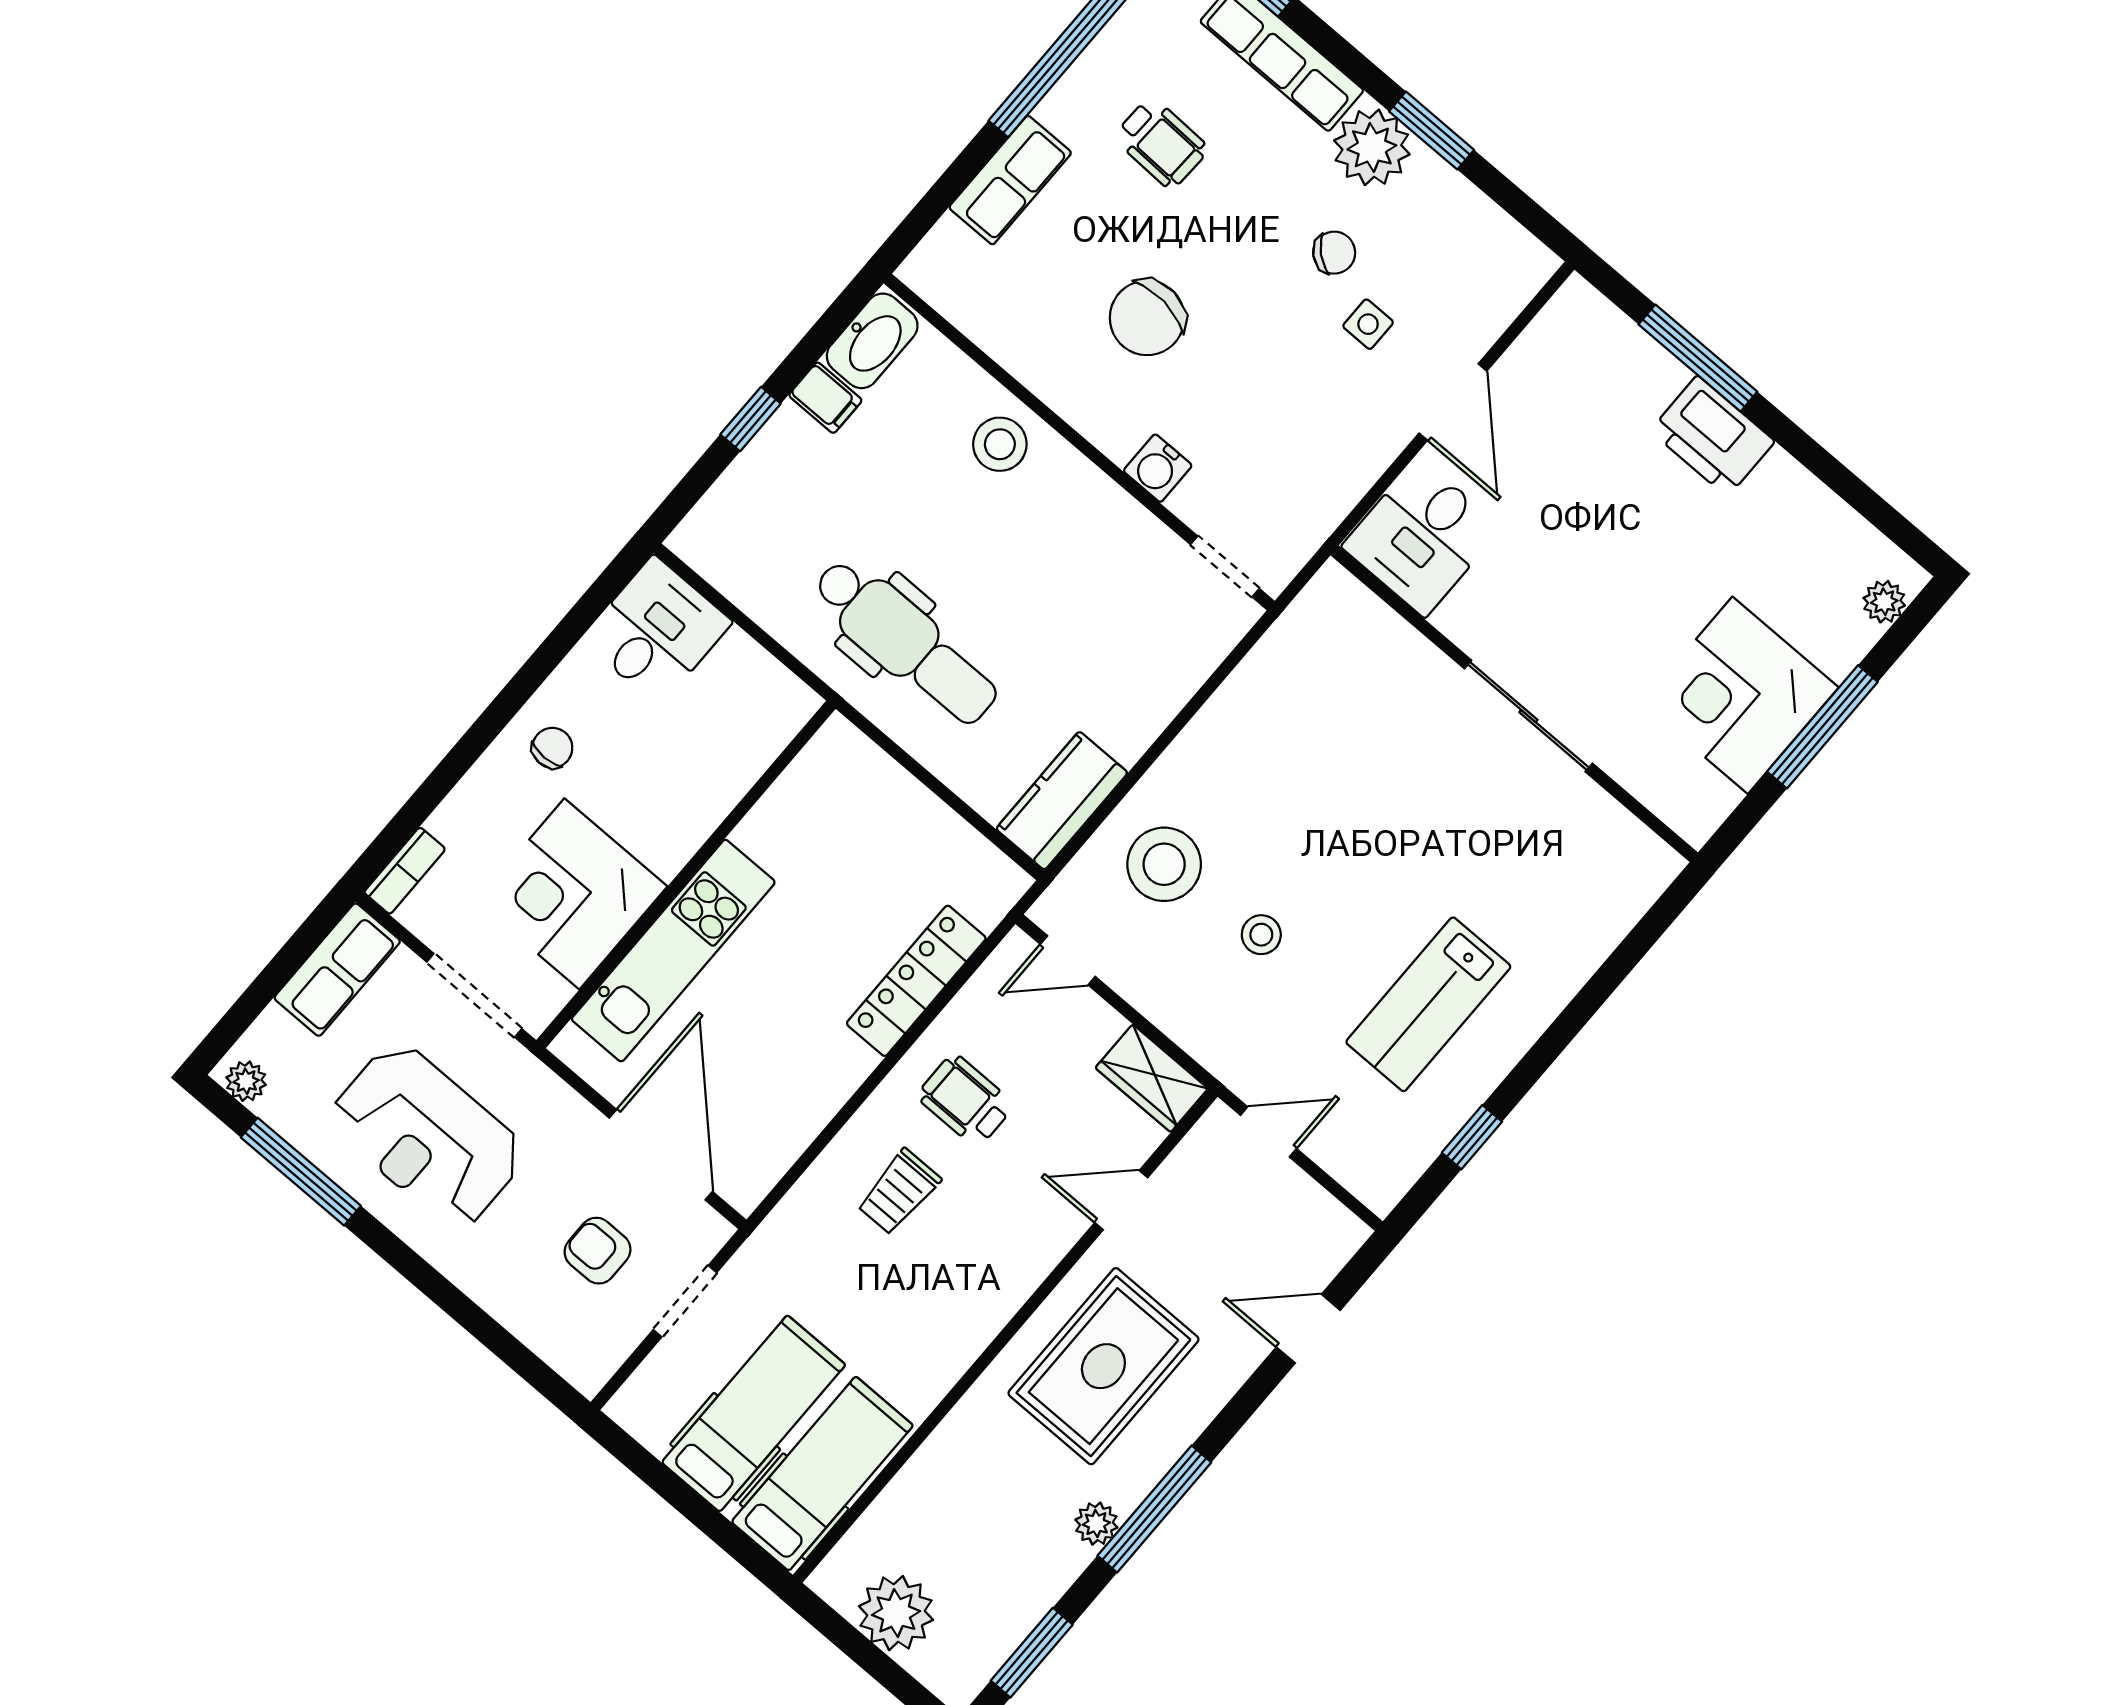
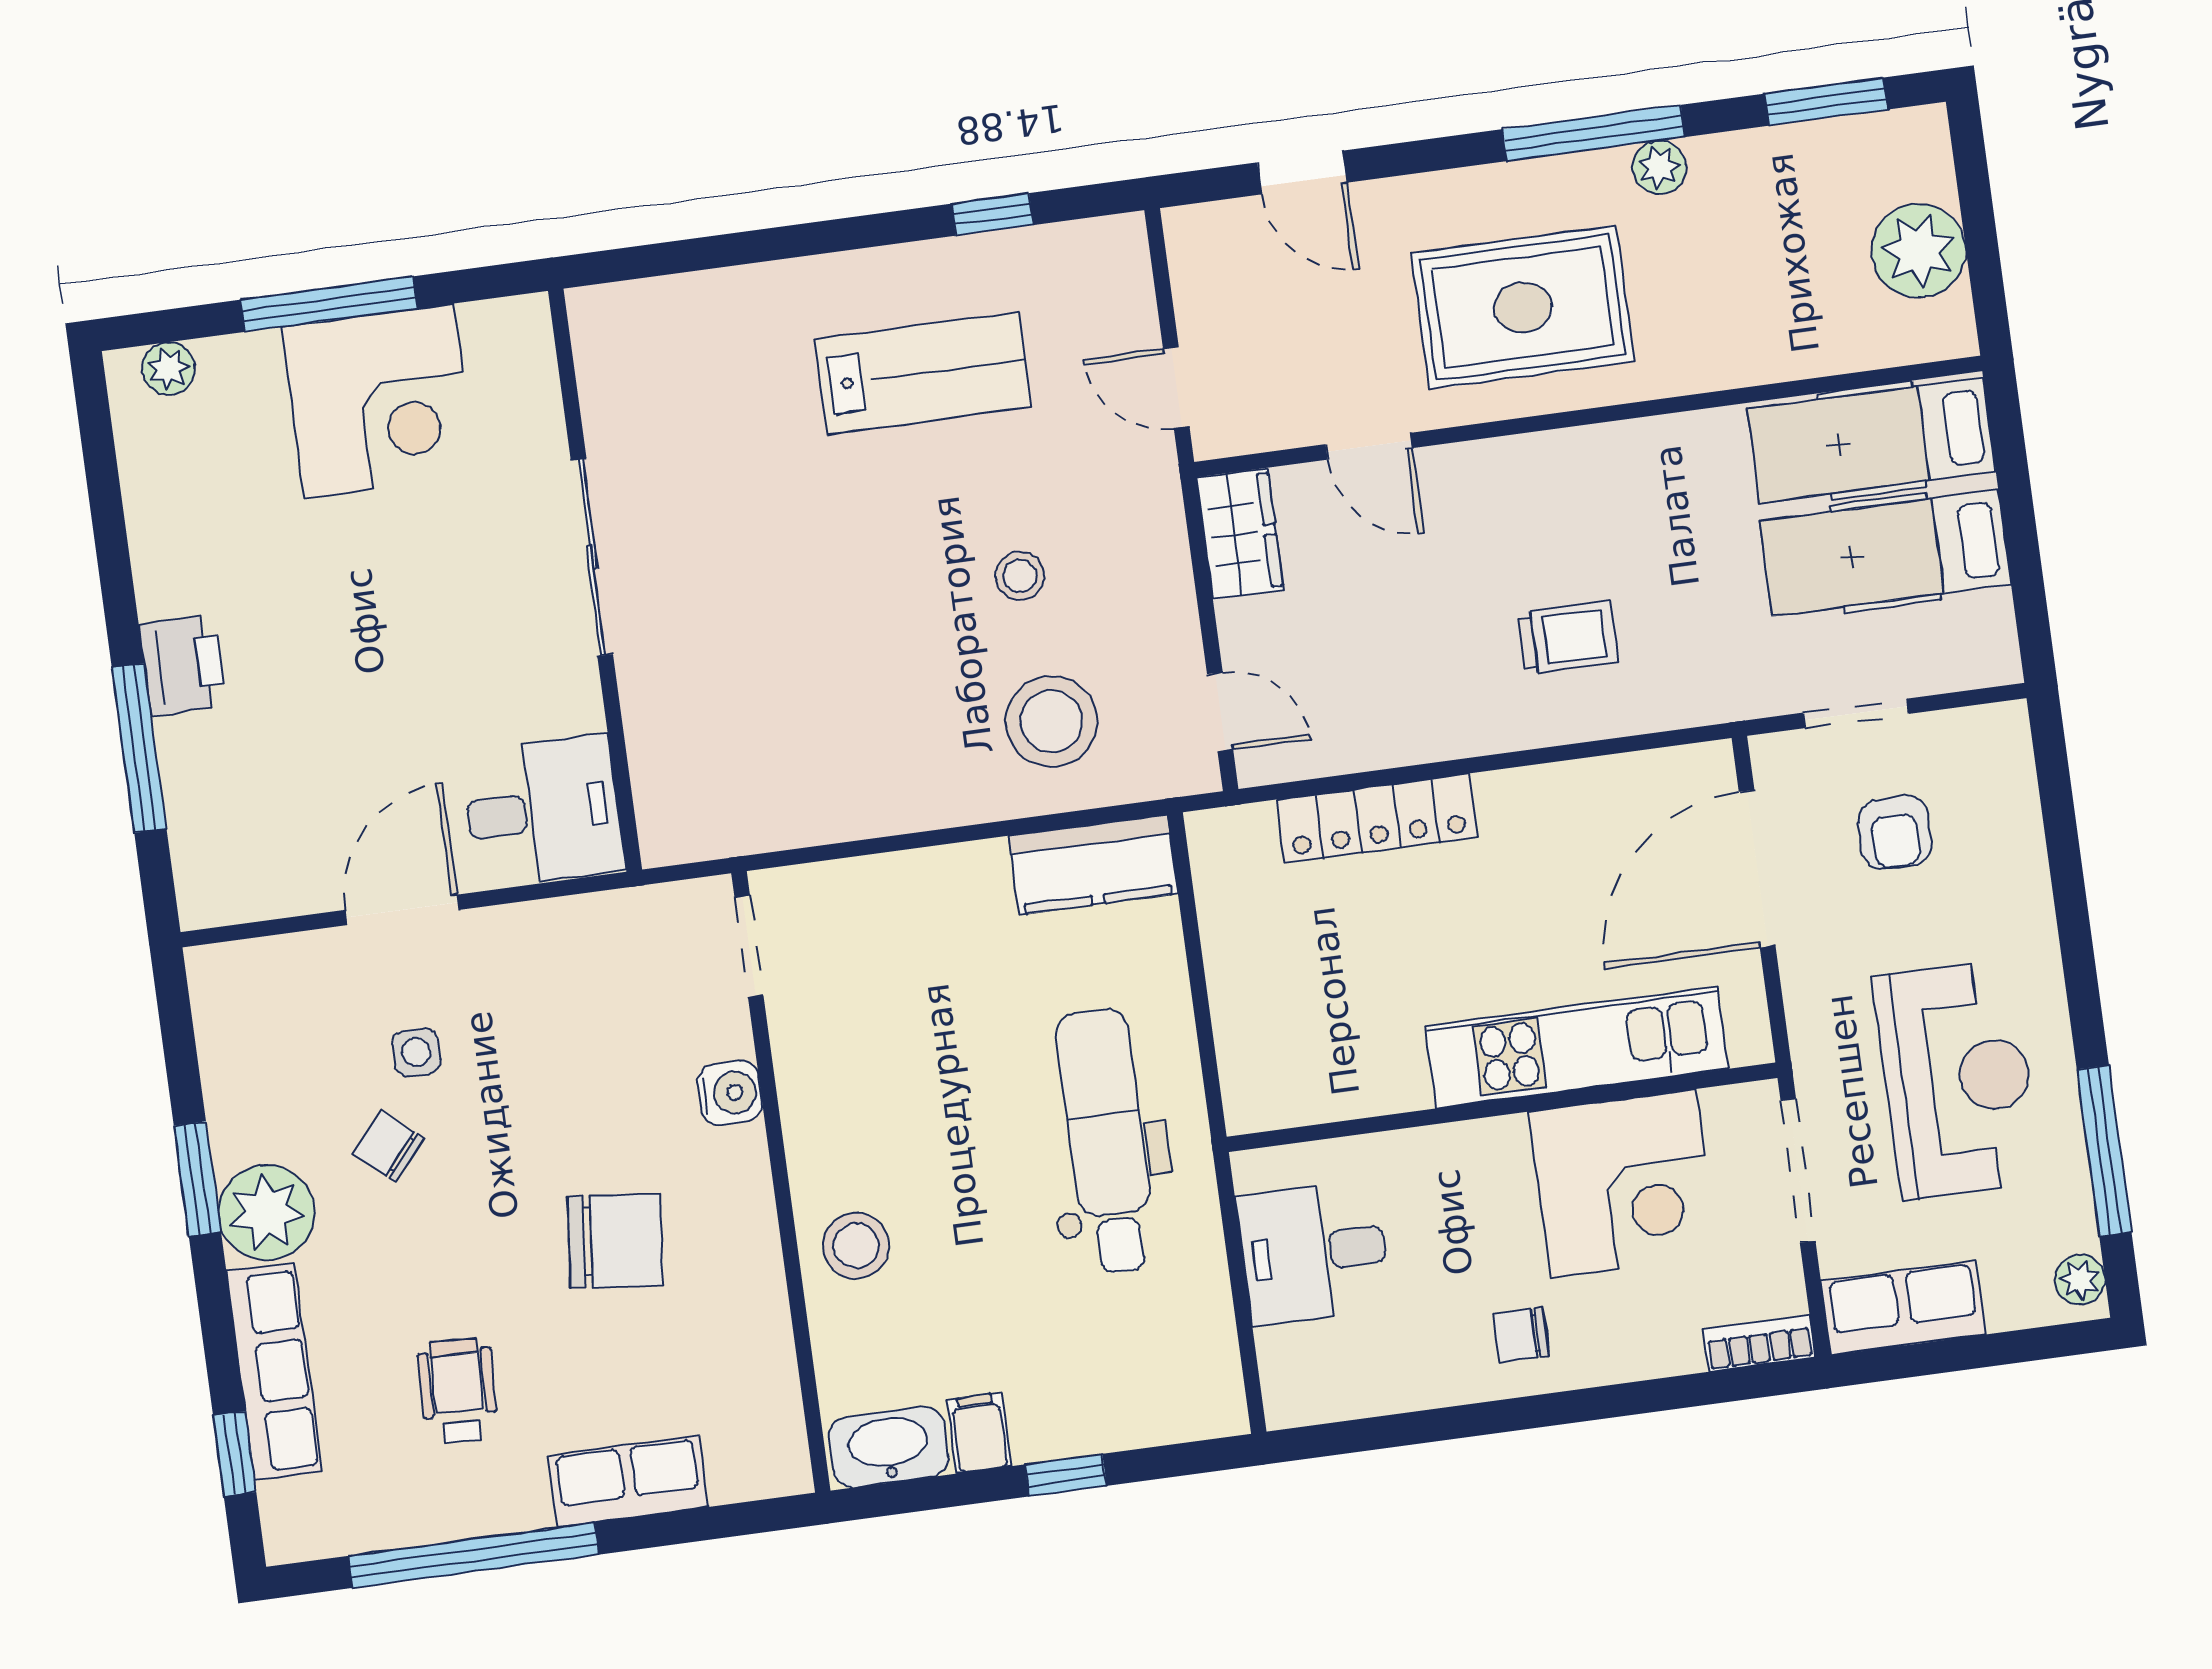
printer: (1712, 436) -> (183, 665), width x0.73, depth x0.84
desk: (656, 631) -> (1314, 1253), moved
wheelchair: (965, 1100) -> (1430, 667), removed

